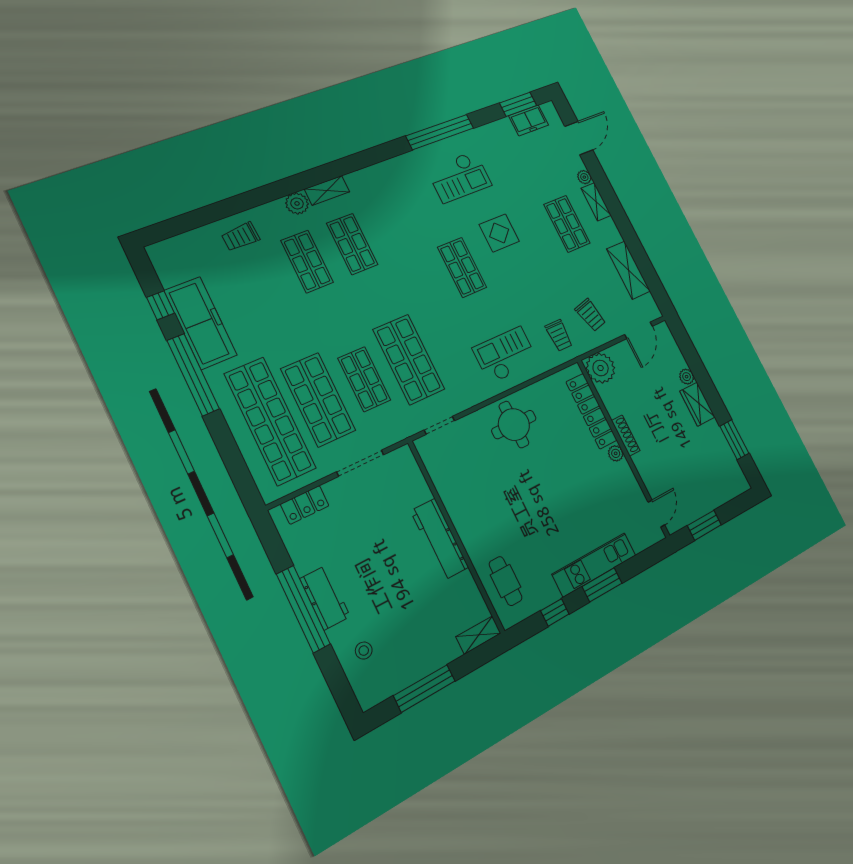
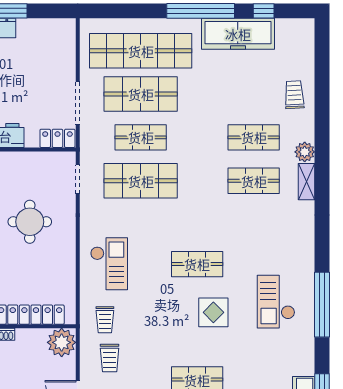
trolley: (591, 315) -> (110, 358), turned -76
trolley: (559, 335) -> (105, 320), turned -90
round table: (514, 425) -> (30, 222), moved
locker: (305, 505) -> (57, 138), moved, turned 90

